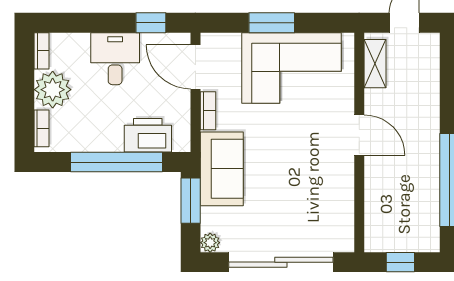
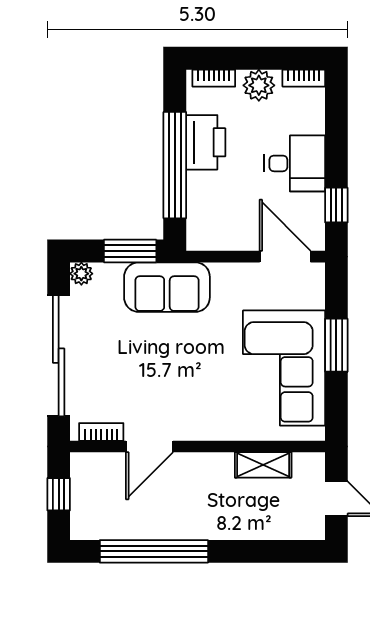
shelving: (375, 64) -> (263, 465), moved
door: (195, 67) -> (285, 257), hinge flipped
plant: (53, 90) -> (259, 85), width x0.73, depth x0.73
bookcase: (208, 111) -> (101, 432), moved, turned 180
printer: (148, 135) -> (206, 142), moved
door: (359, 135) -> (150, 447), moved

